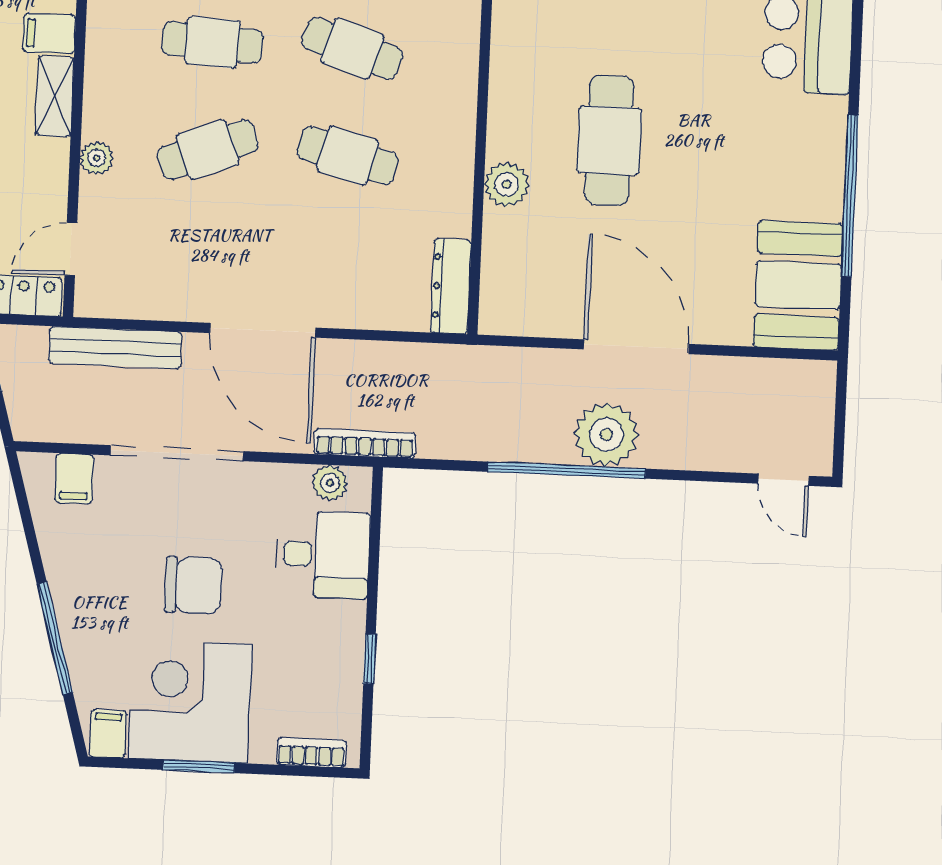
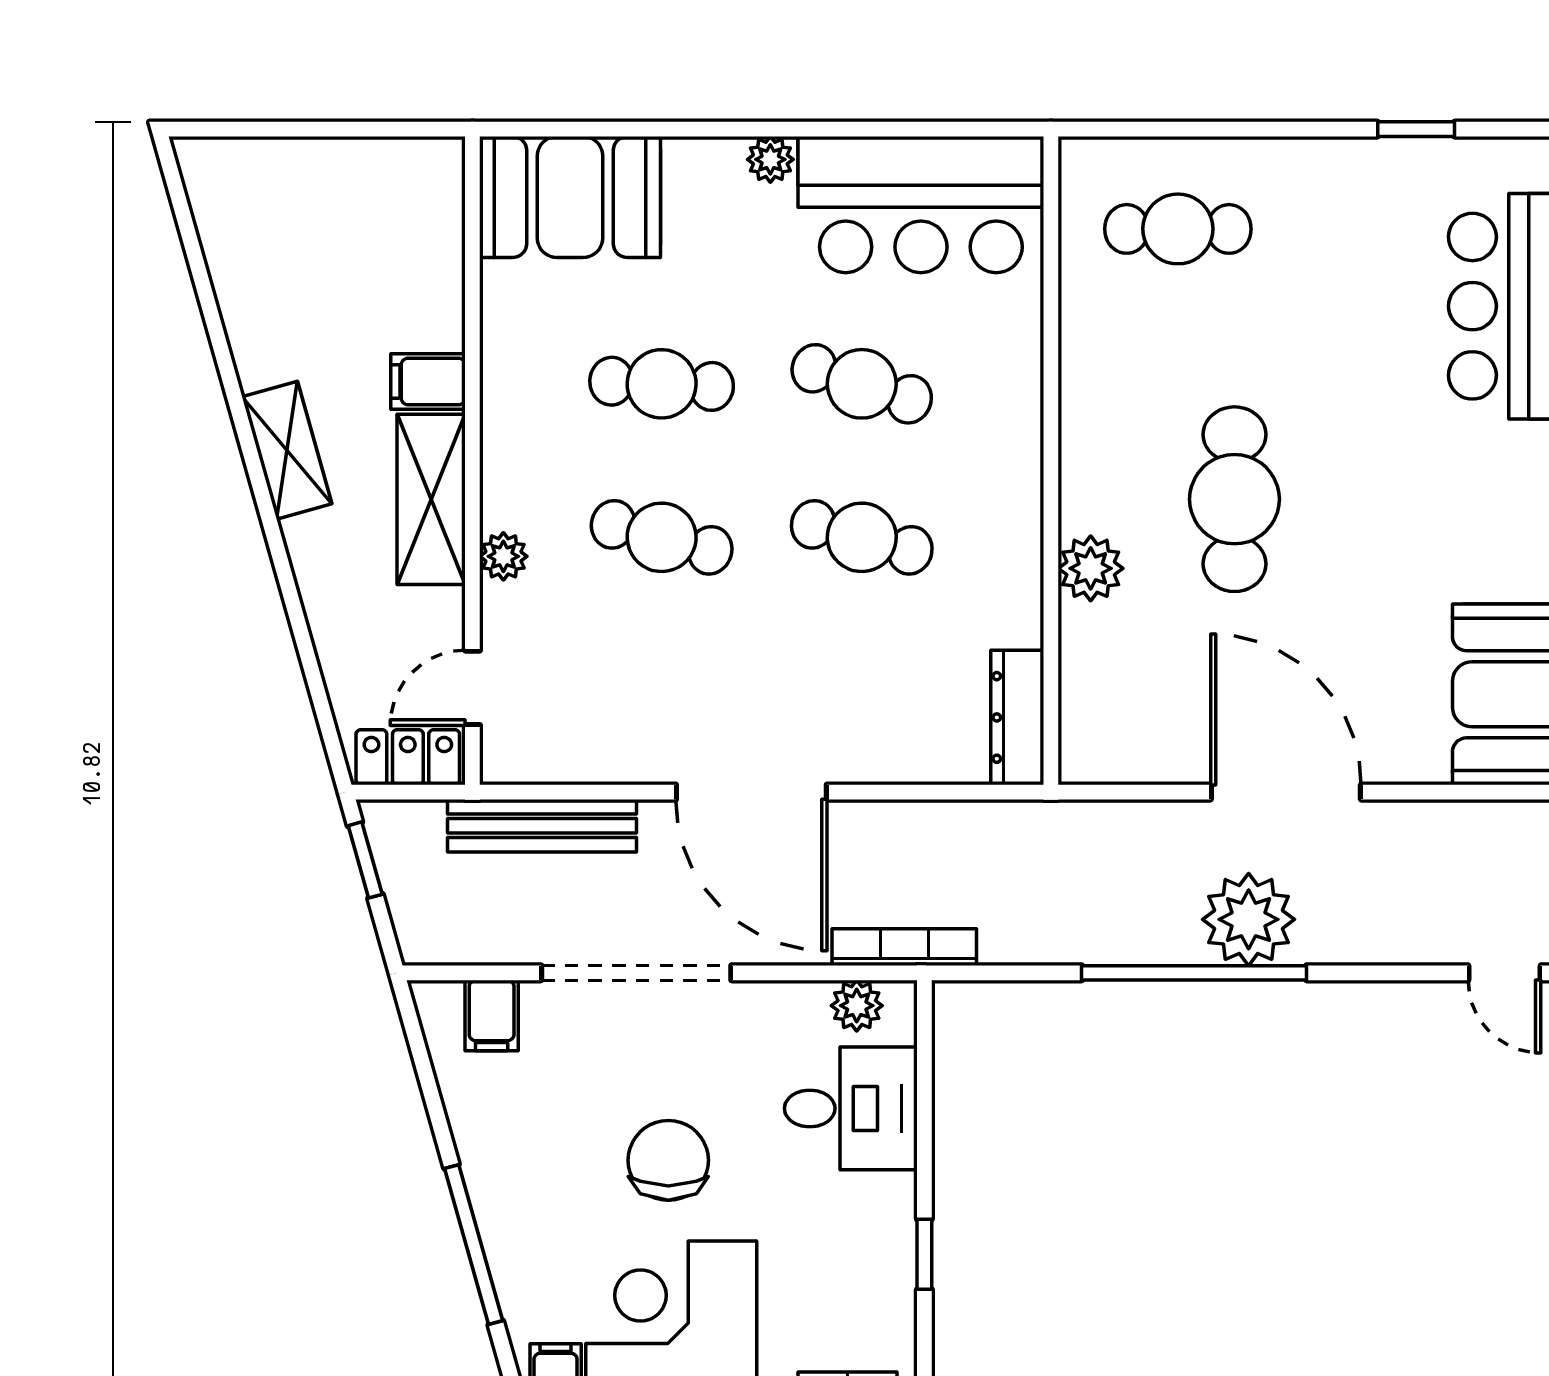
shelving: (55, 96) -> (431, 499), width x1.50, depth x1.33
cafe table: (208, 150) -> (662, 537), turned 36
chair: (193, 585) -> (668, 1160), turned -90

